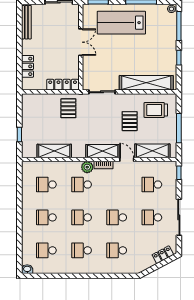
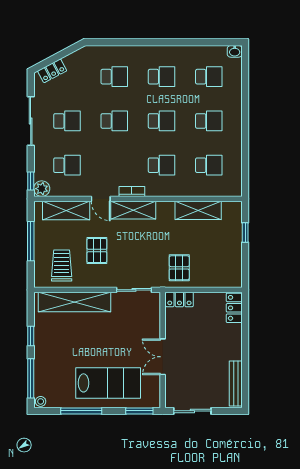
locker: (28, 66) -> (234, 308), moved
locker: (63, 85) -> (179, 300), width x0.66
trolley: (156, 110) -> (62, 265), turned -90
plant: (87, 167) -> (42, 189), moved

